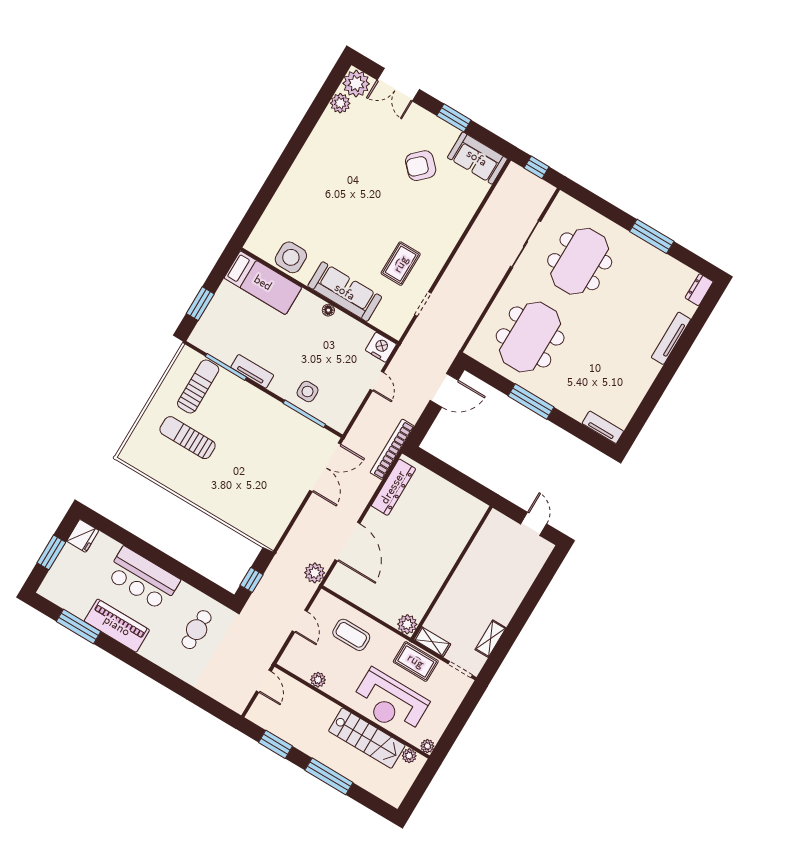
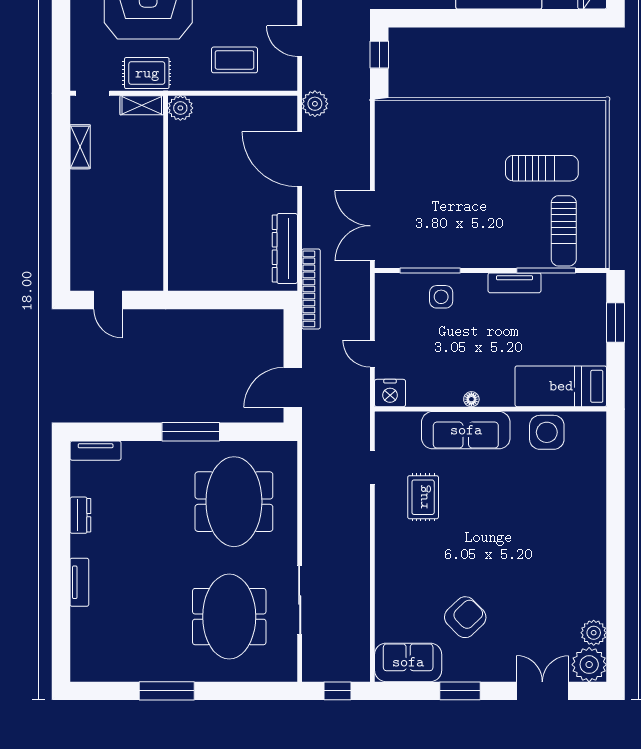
dresser: (699, 290) -> (80, 515), moved
tv unit: (671, 338) -> (79, 582), width x0.71

